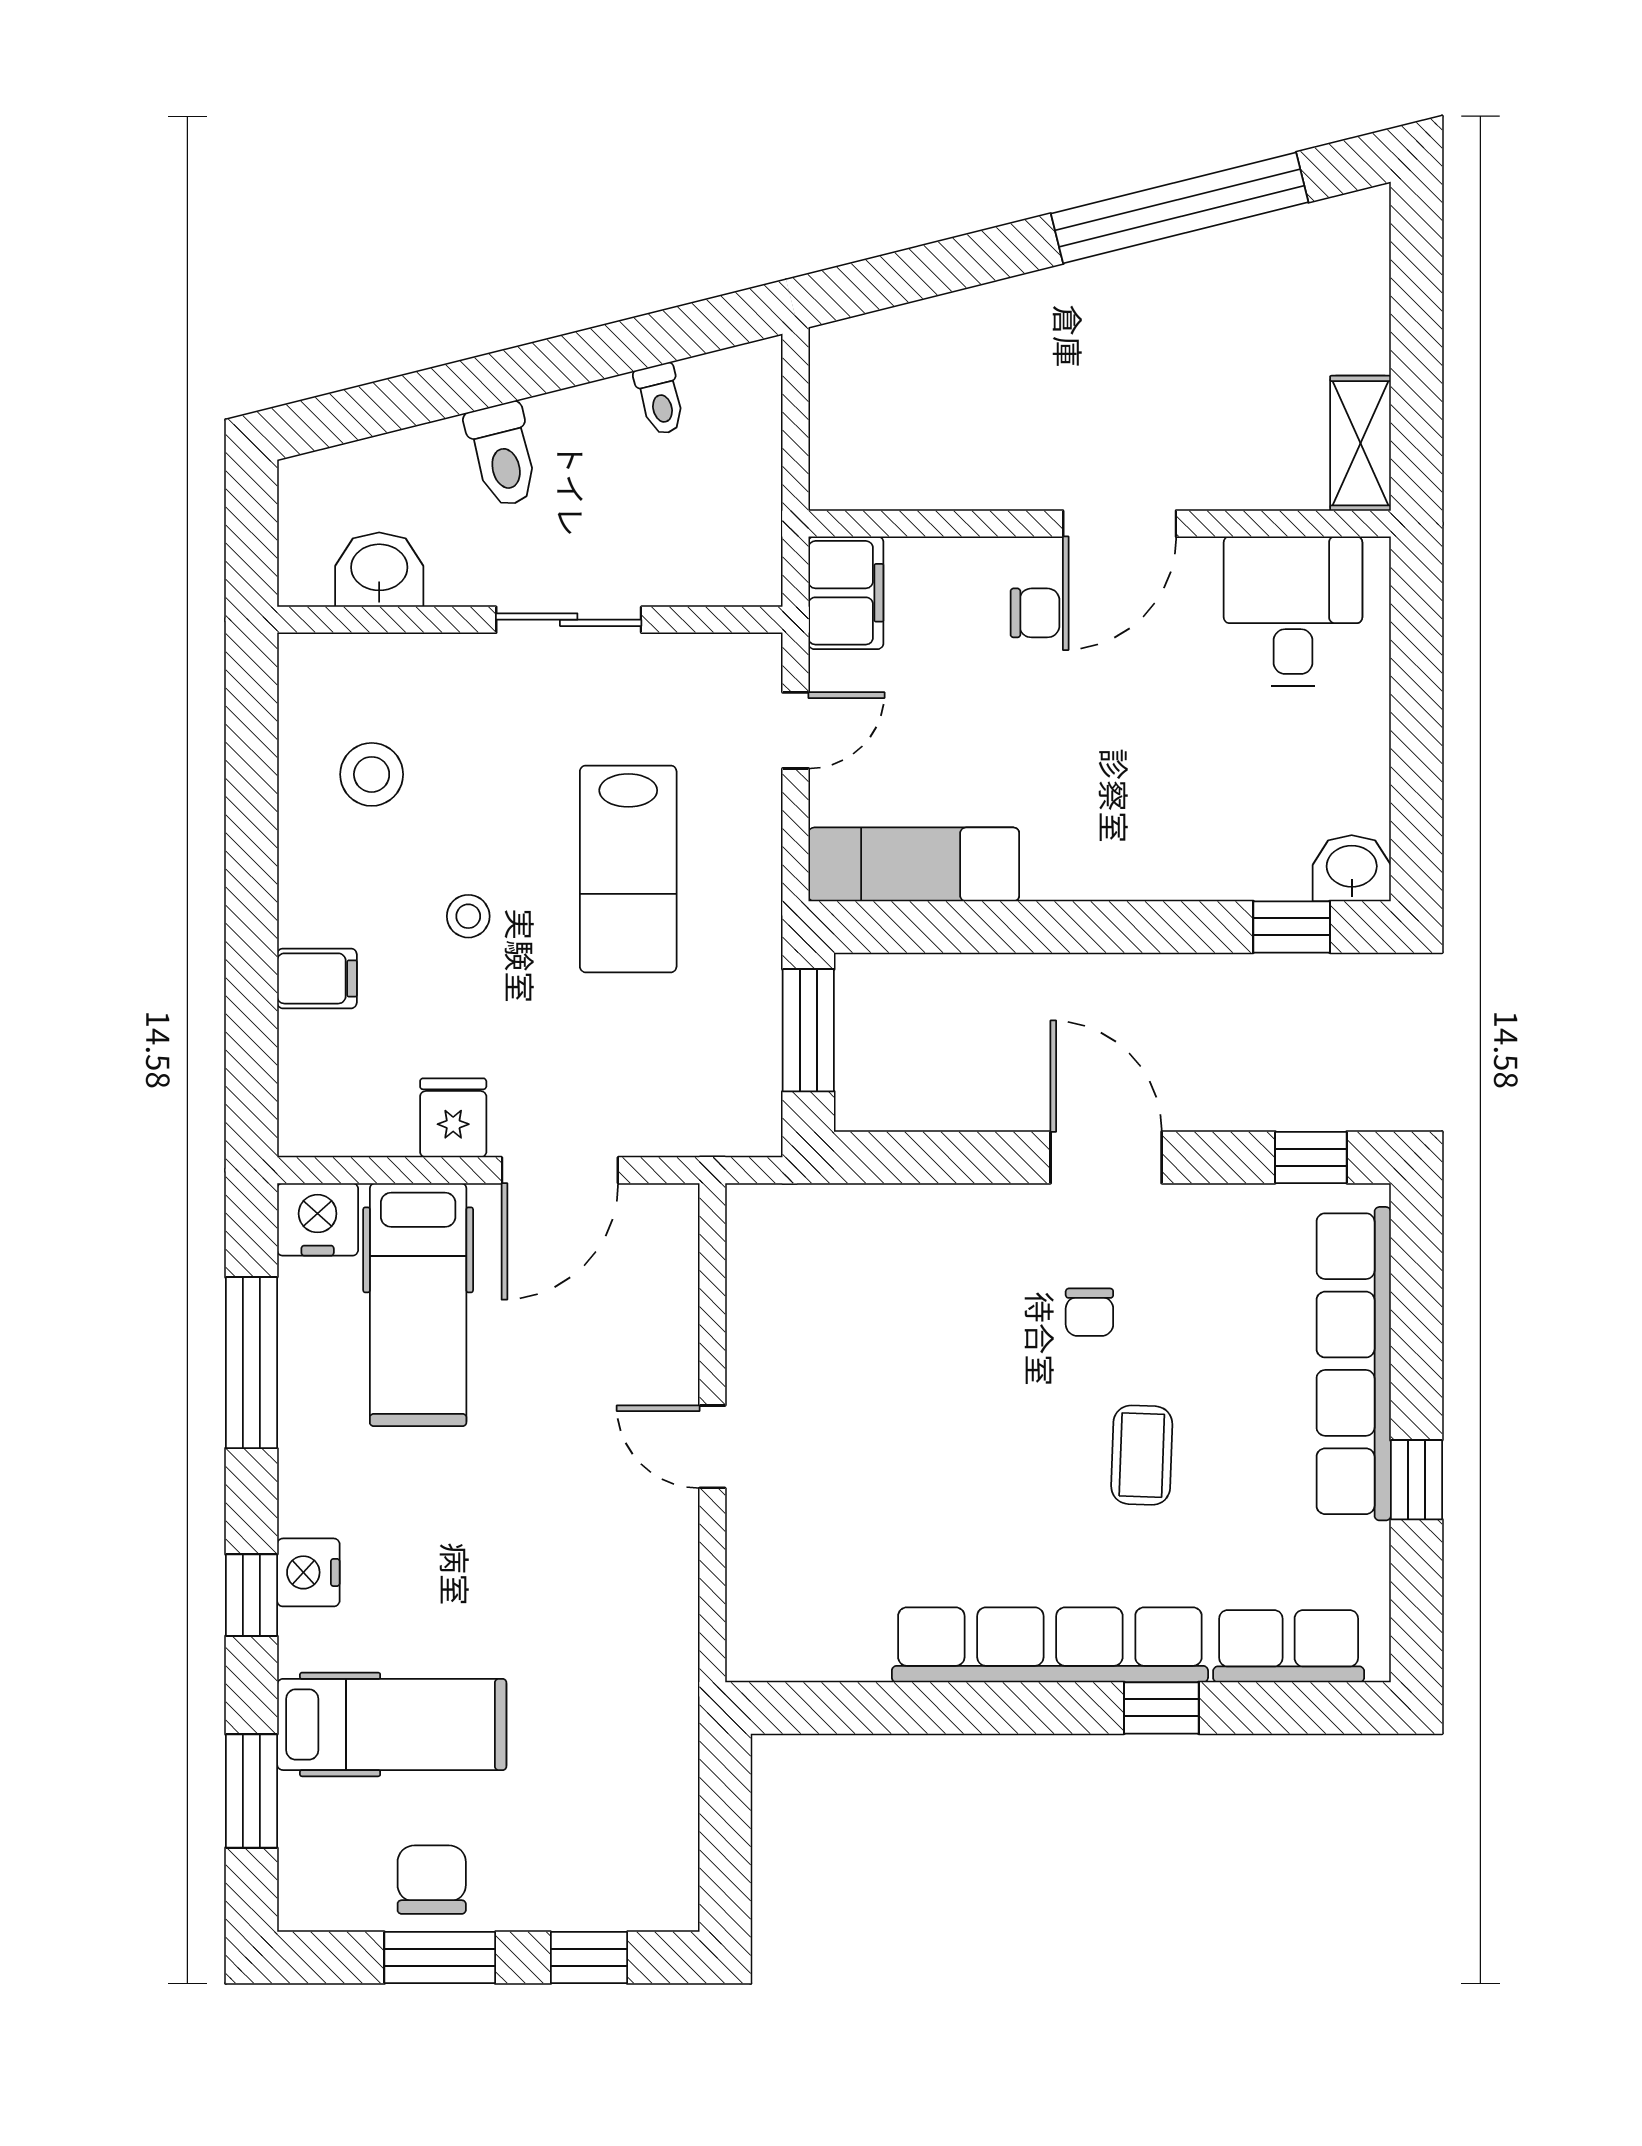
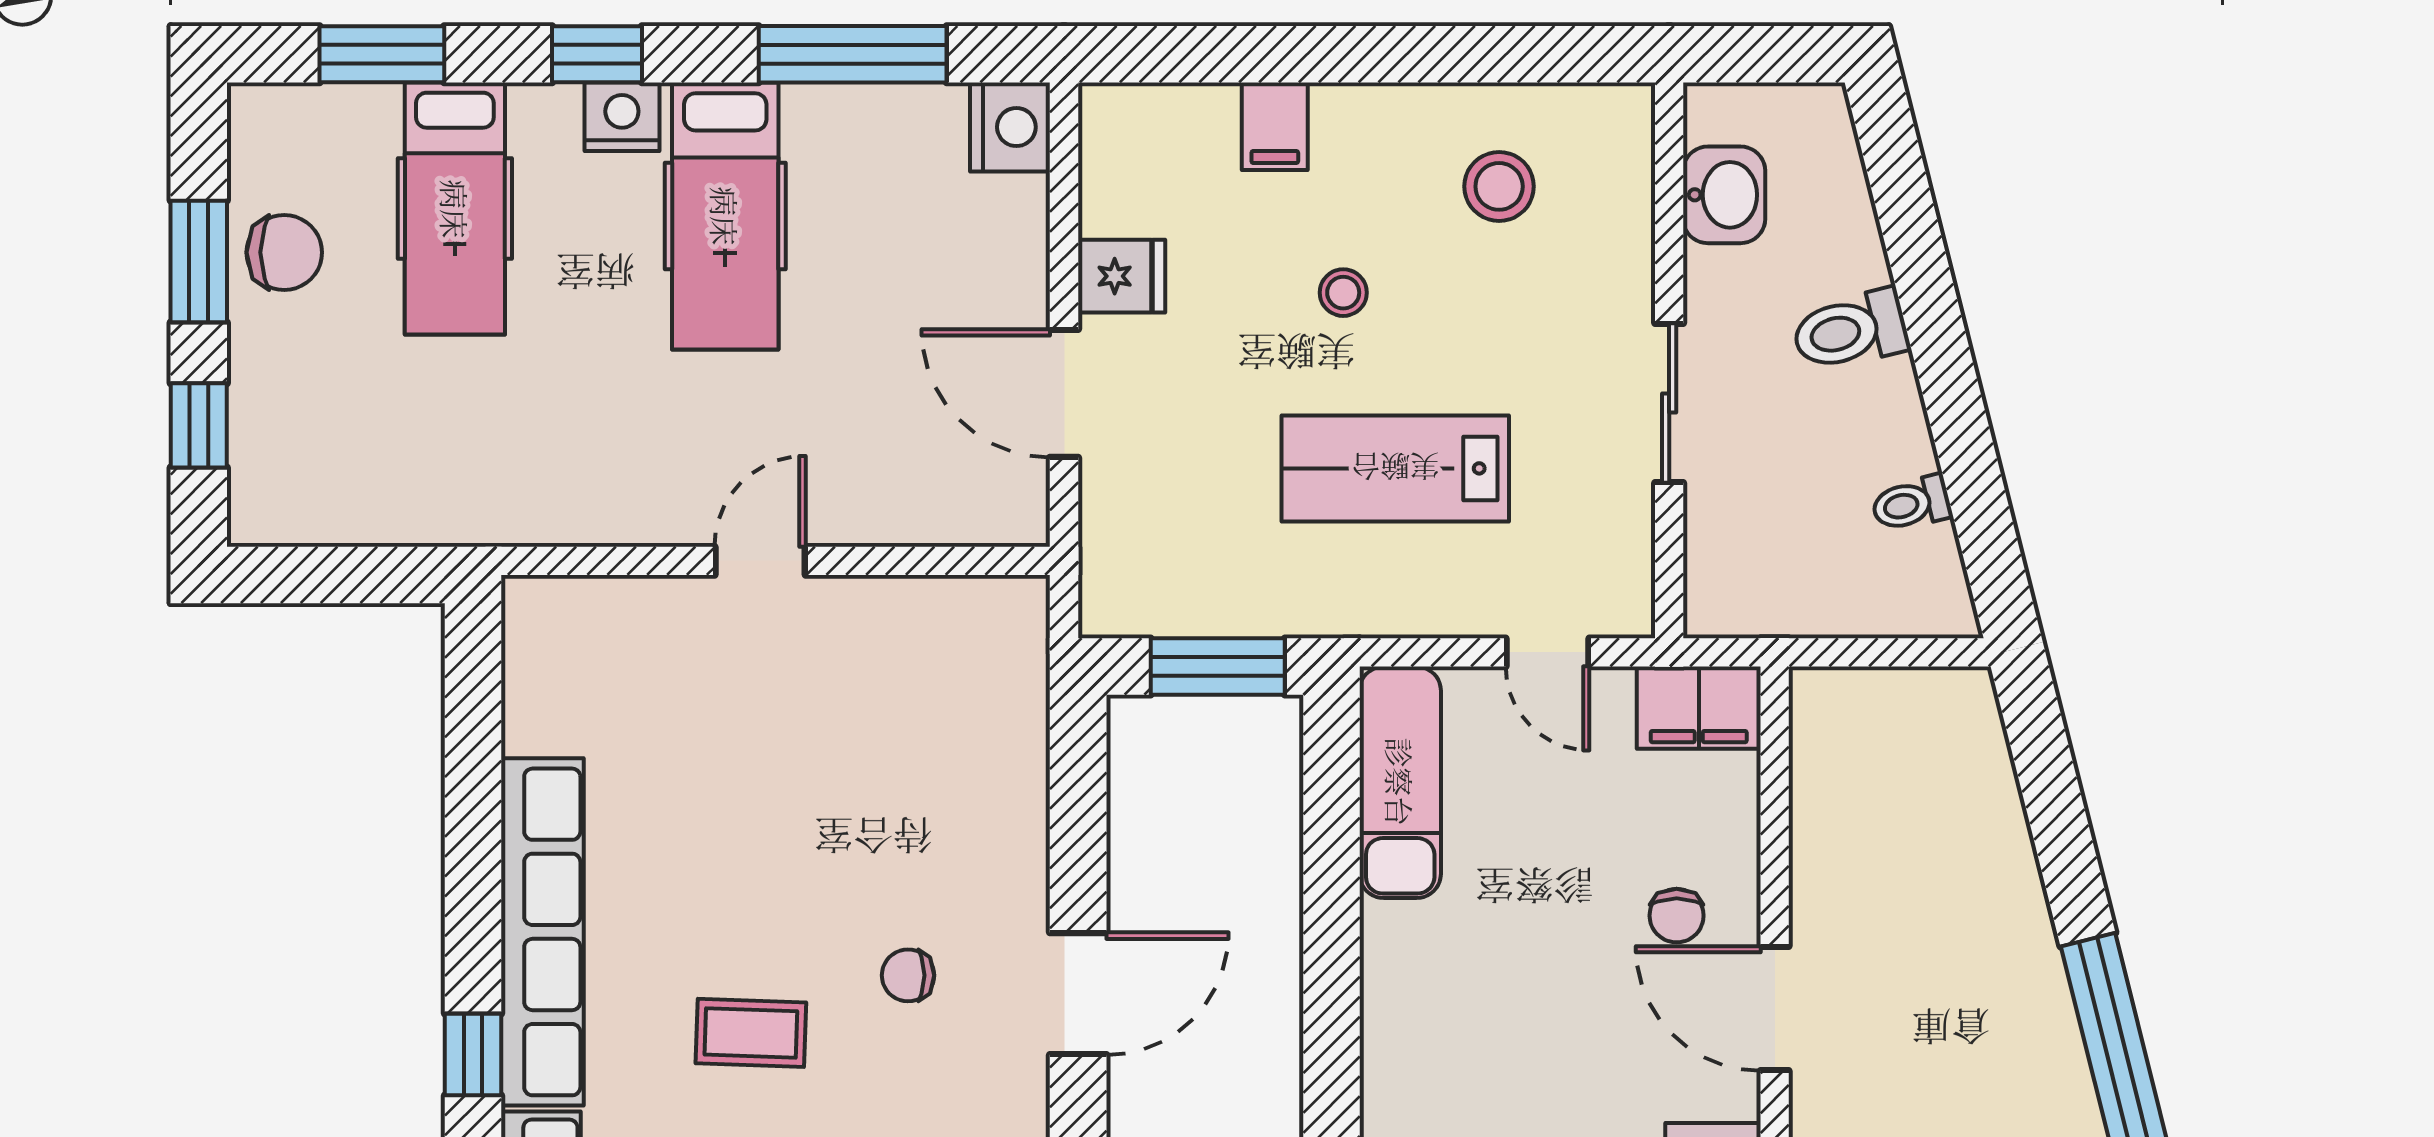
hospital bed: (418, 1305) -> (725, 216), moved, turned -90

